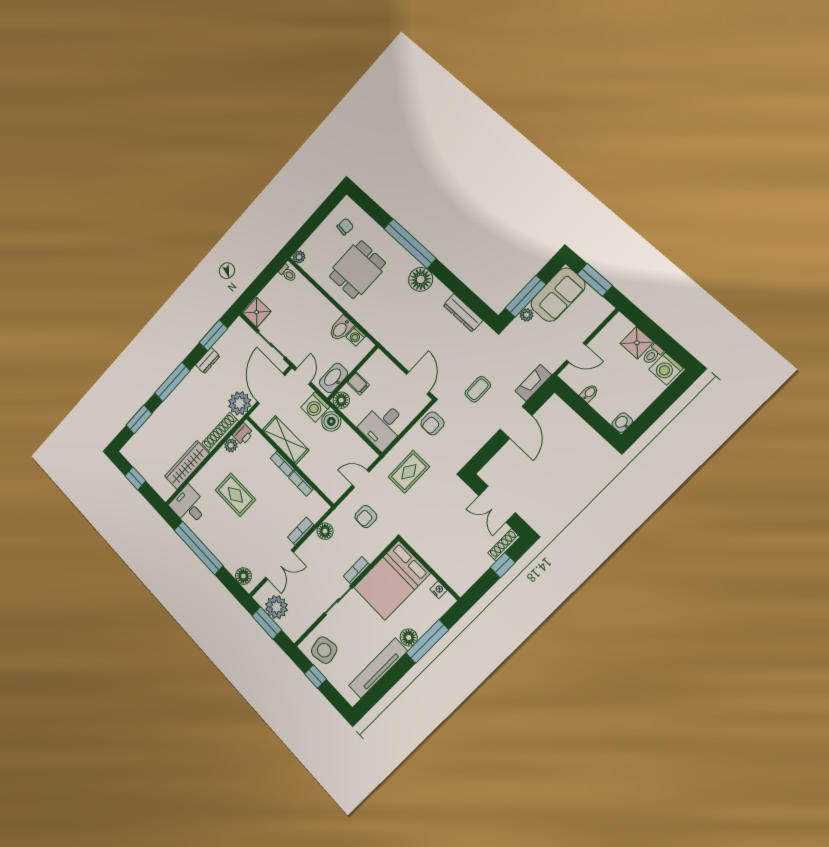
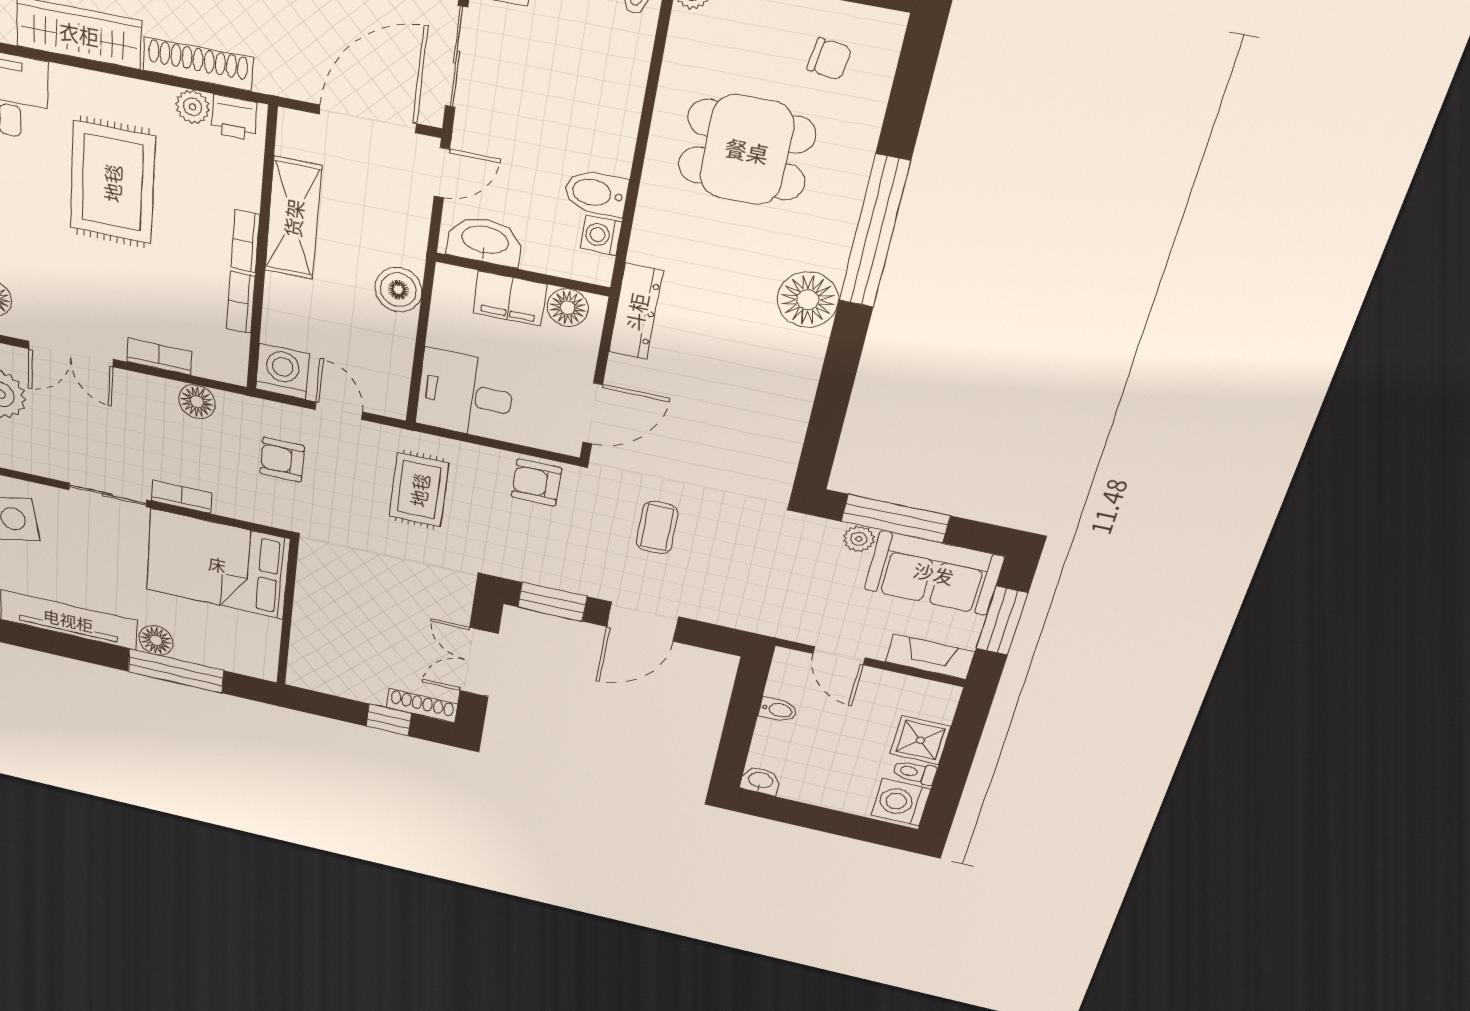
dresser: (463, 313) -> (636, 312), moved, turned 180
fireplace: (533, 383) -> (930, 657), moved
filing cabinet: (358, 384) -> (510, 298), width x2.00
coffee table: (478, 389) -> (657, 528), turned 90
floor lamp: (341, 400) -> (568, 308), moved
plant: (240, 403) -> (287, 67), removed
washing machine: (315, 407) -> (282, 371), moved, turned 90
window: (486, 453) -> (552, 602), added
rug: (409, 472) -> (419, 490), turned 90
rug: (235, 495) -> (112, 183), width x1.36, depth x1.43
nightstand: (439, 590) -> (268, 645), removed

